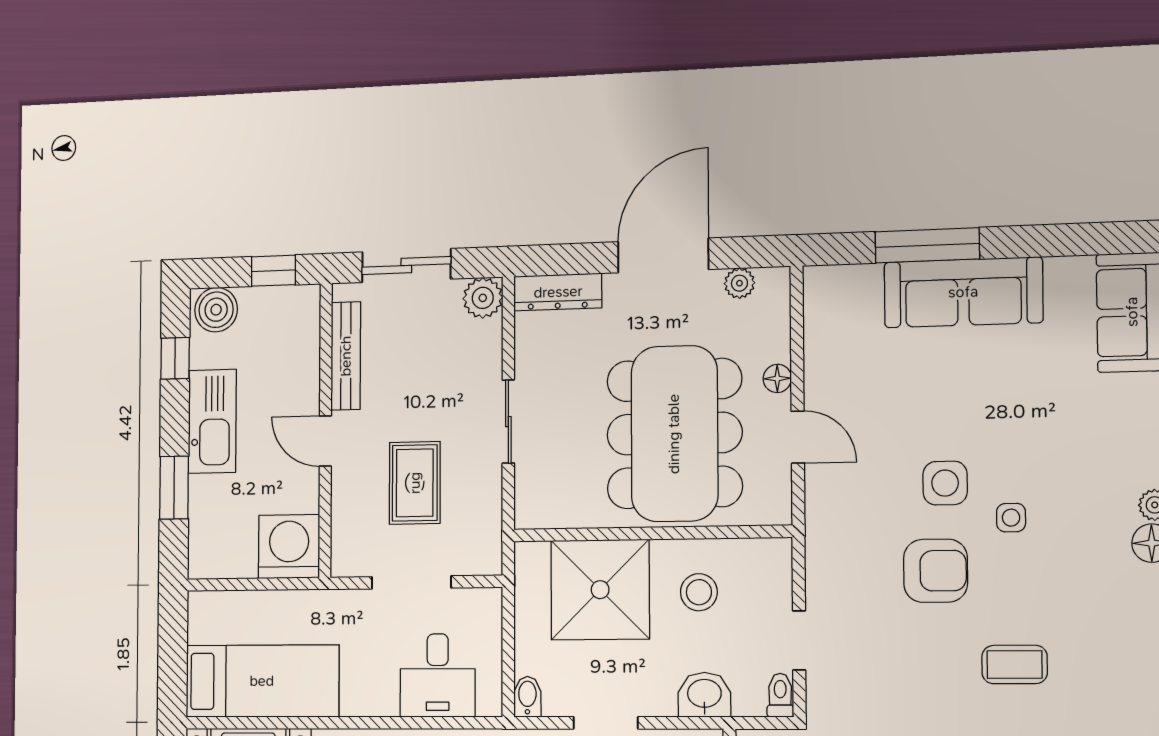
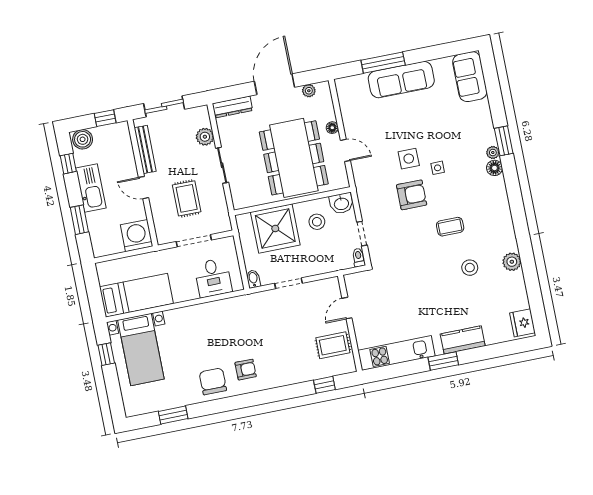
plant: (483, 298) -> (205, 137), moved
washbasin: (704, 695) -> (341, 203), moved, turned 180

